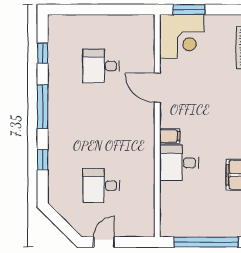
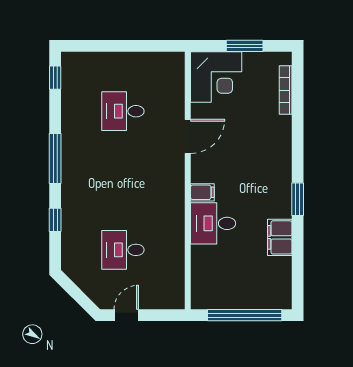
window: (189, 10) -> (245, 46), moved
window: (43, 53) -> (55, 78), moved
door: (157, 88) -> (188, 136), swing flipped

